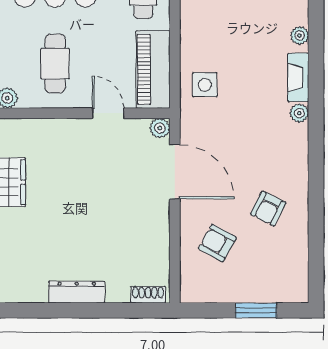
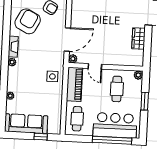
fireplace: (298, 77) -> (13, 47), moved
door: (175, 172) -> (67, 39), swing flipped
armchair: (268, 209) -> (28, 21), width x1.88, depth x1.88

